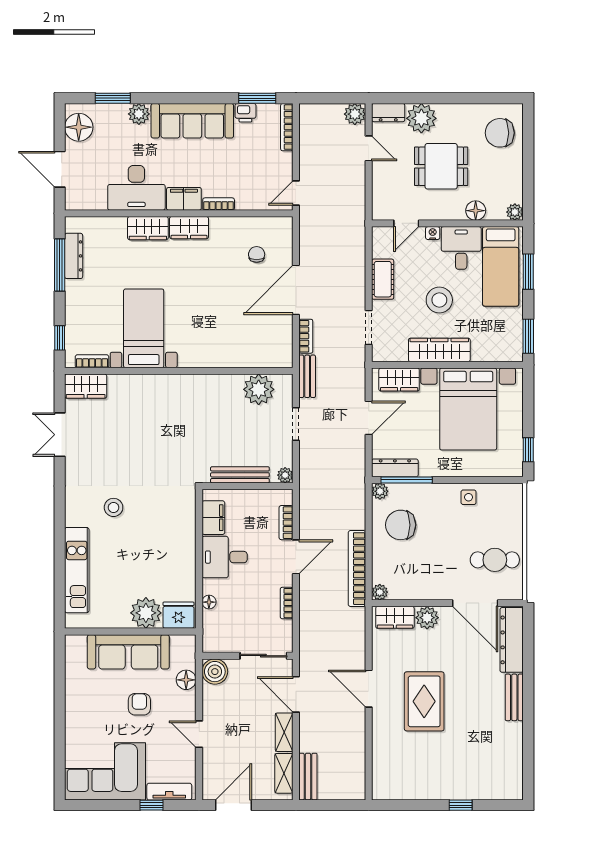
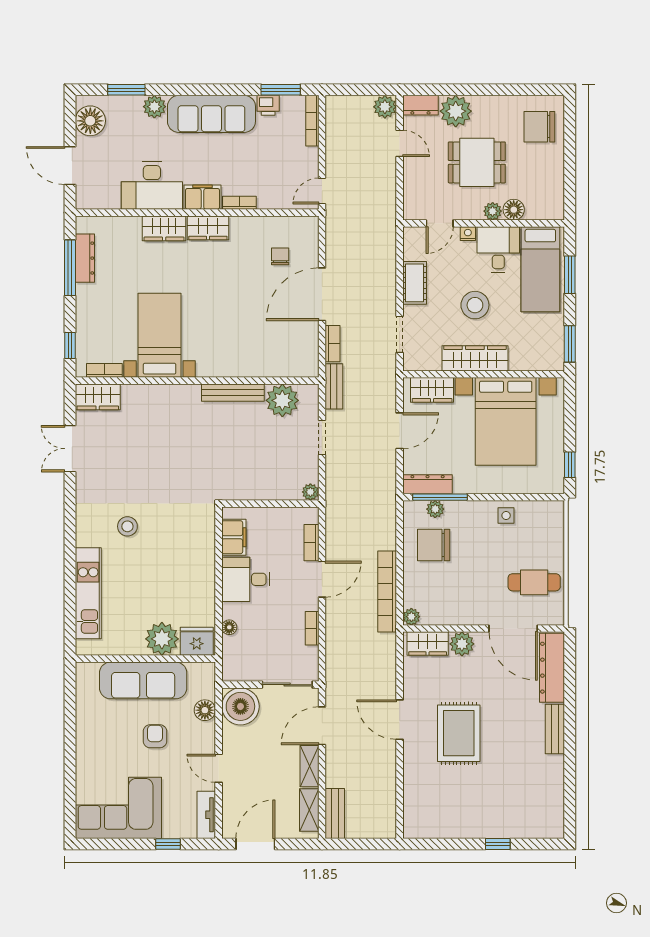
plant: (515, 212) -> (493, 211), moved
bench: (240, 475) -> (233, 393), moved
plant: (380, 491) -> (435, 509), moved
boiler: (215, 672) -> (240, 706), width x1.37, depth x1.37
door: (296, 694) -> (322, 726), hinge flipped
tv unit: (169, 792) -> (206, 815), moved, turned -90

